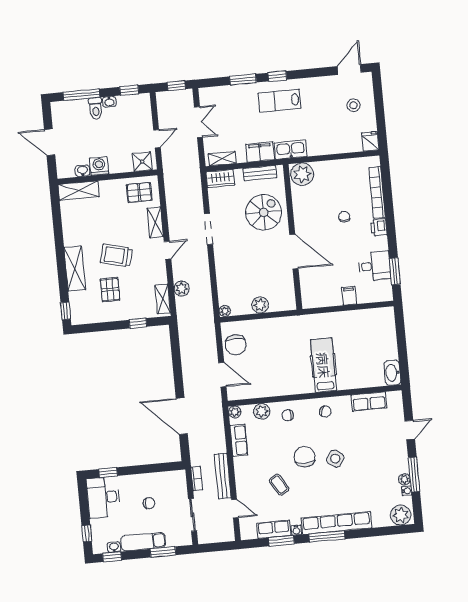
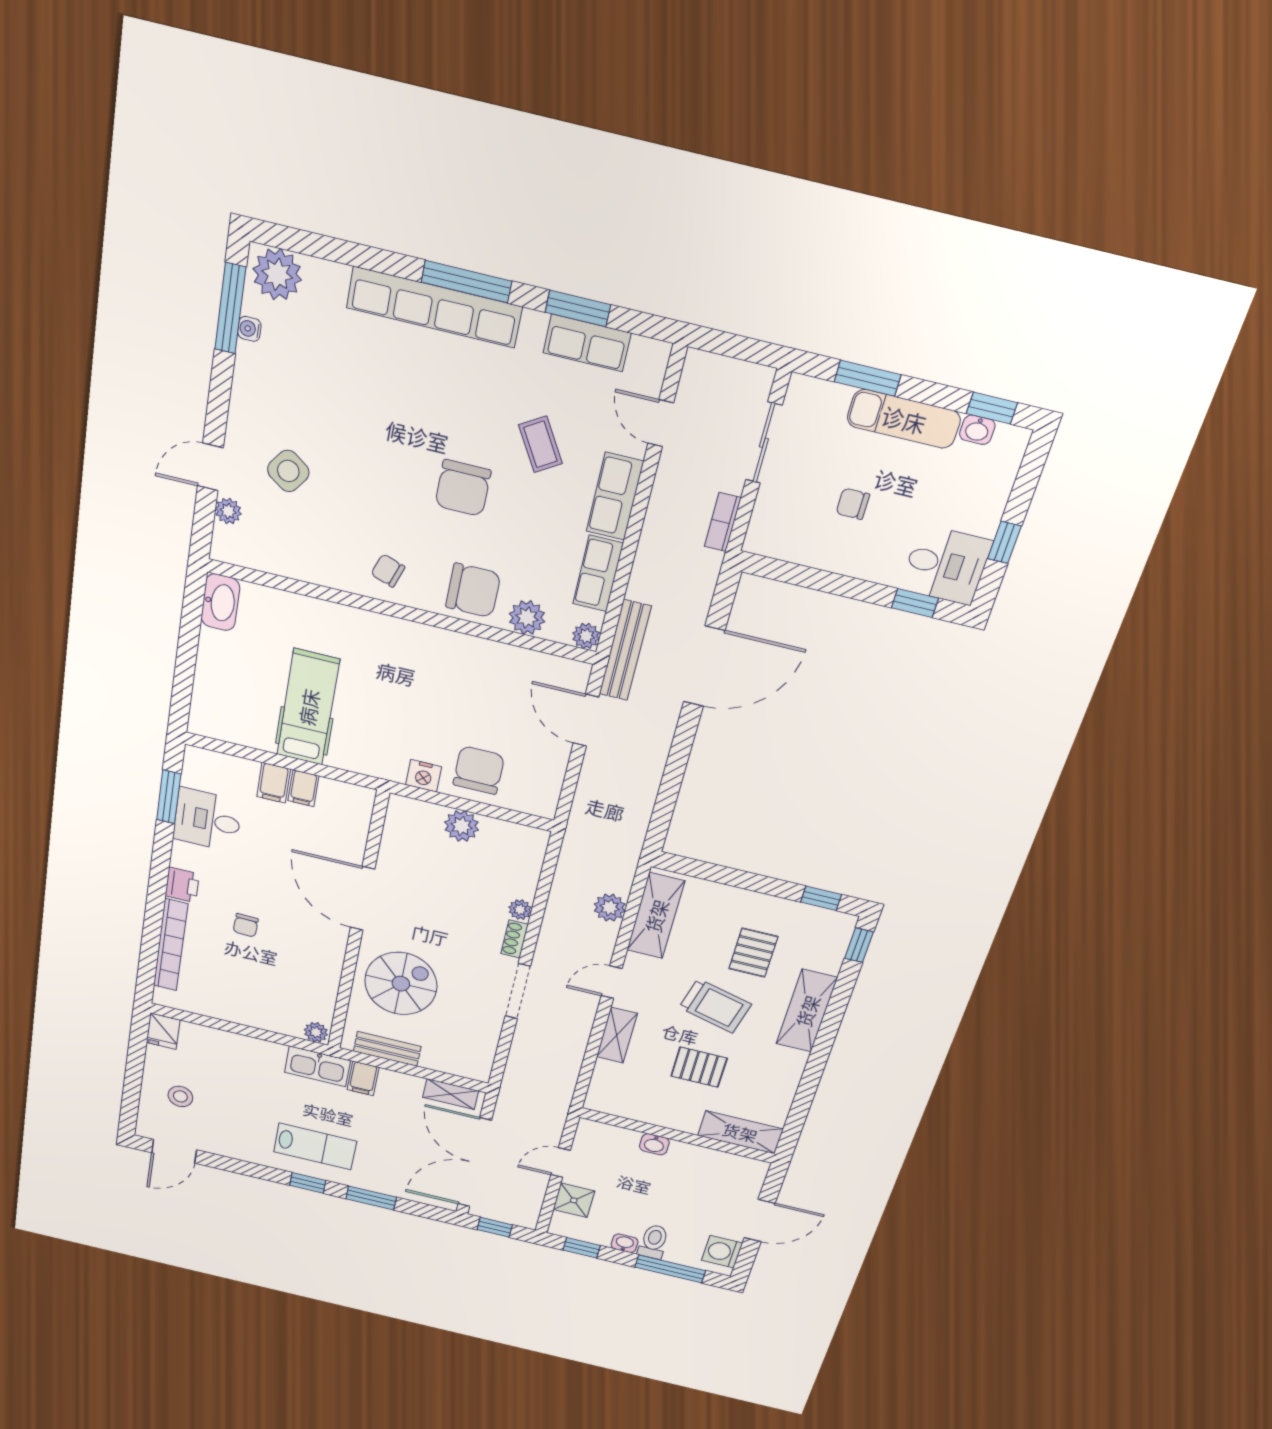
double door: (198, 122) -> (475, 1163), width x1.87
door: (50, 142) -> (760, 1221), hinge flipped
filing cabinet: (260, 152) -> (363, 1078), width x0.50
shower: (142, 162) -> (574, 1200), moved
washing machine: (99, 166) -> (722, 1252), moved, turned 90
washbasin: (82, 171) -> (654, 1144), moved
plant: (302, 174) -> (316, 1032), width x0.53, depth x0.53
wardrobe: (220, 179) -> (465, 1065), removed
pallet: (139, 192) -> (699, 1067), moved
spiral stairs: (264, 212) -> (401, 984), turned 180
shoe rack: (219, 256) -> (515, 939), added
filing cabinet: (335, 298) -> (303, 788), added
shelving: (163, 299) -> (656, 916), width x1.50, depth x1.33
plant: (225, 311) -> (520, 910), moved
window: (138, 323) -> (821, 898), moved
nightstand: (284, 323) -> (424, 776), added
chair: (236, 345) -> (479, 770), moved
hospital bed: (324, 365) -> (308, 707), moved, turned 180
row of seats: (369, 402) -> (615, 496), moved, turned -90
chair: (288, 415) -> (473, 590), width x1.87, depth x1.87
door: (182, 416) -> (704, 666), hinge flipped
side table: (335, 459) -> (288, 471), moved
window: (414, 474) -> (230, 308), moved
bench: (223, 476) -> (625, 650), moved
plant: (404, 479) -> (228, 511), moved
desk: (103, 497) -> (946, 565), width x0.73
water cooler: (296, 530) -> (535, 322), removed
window: (87, 534) -> (1004, 542), moved

